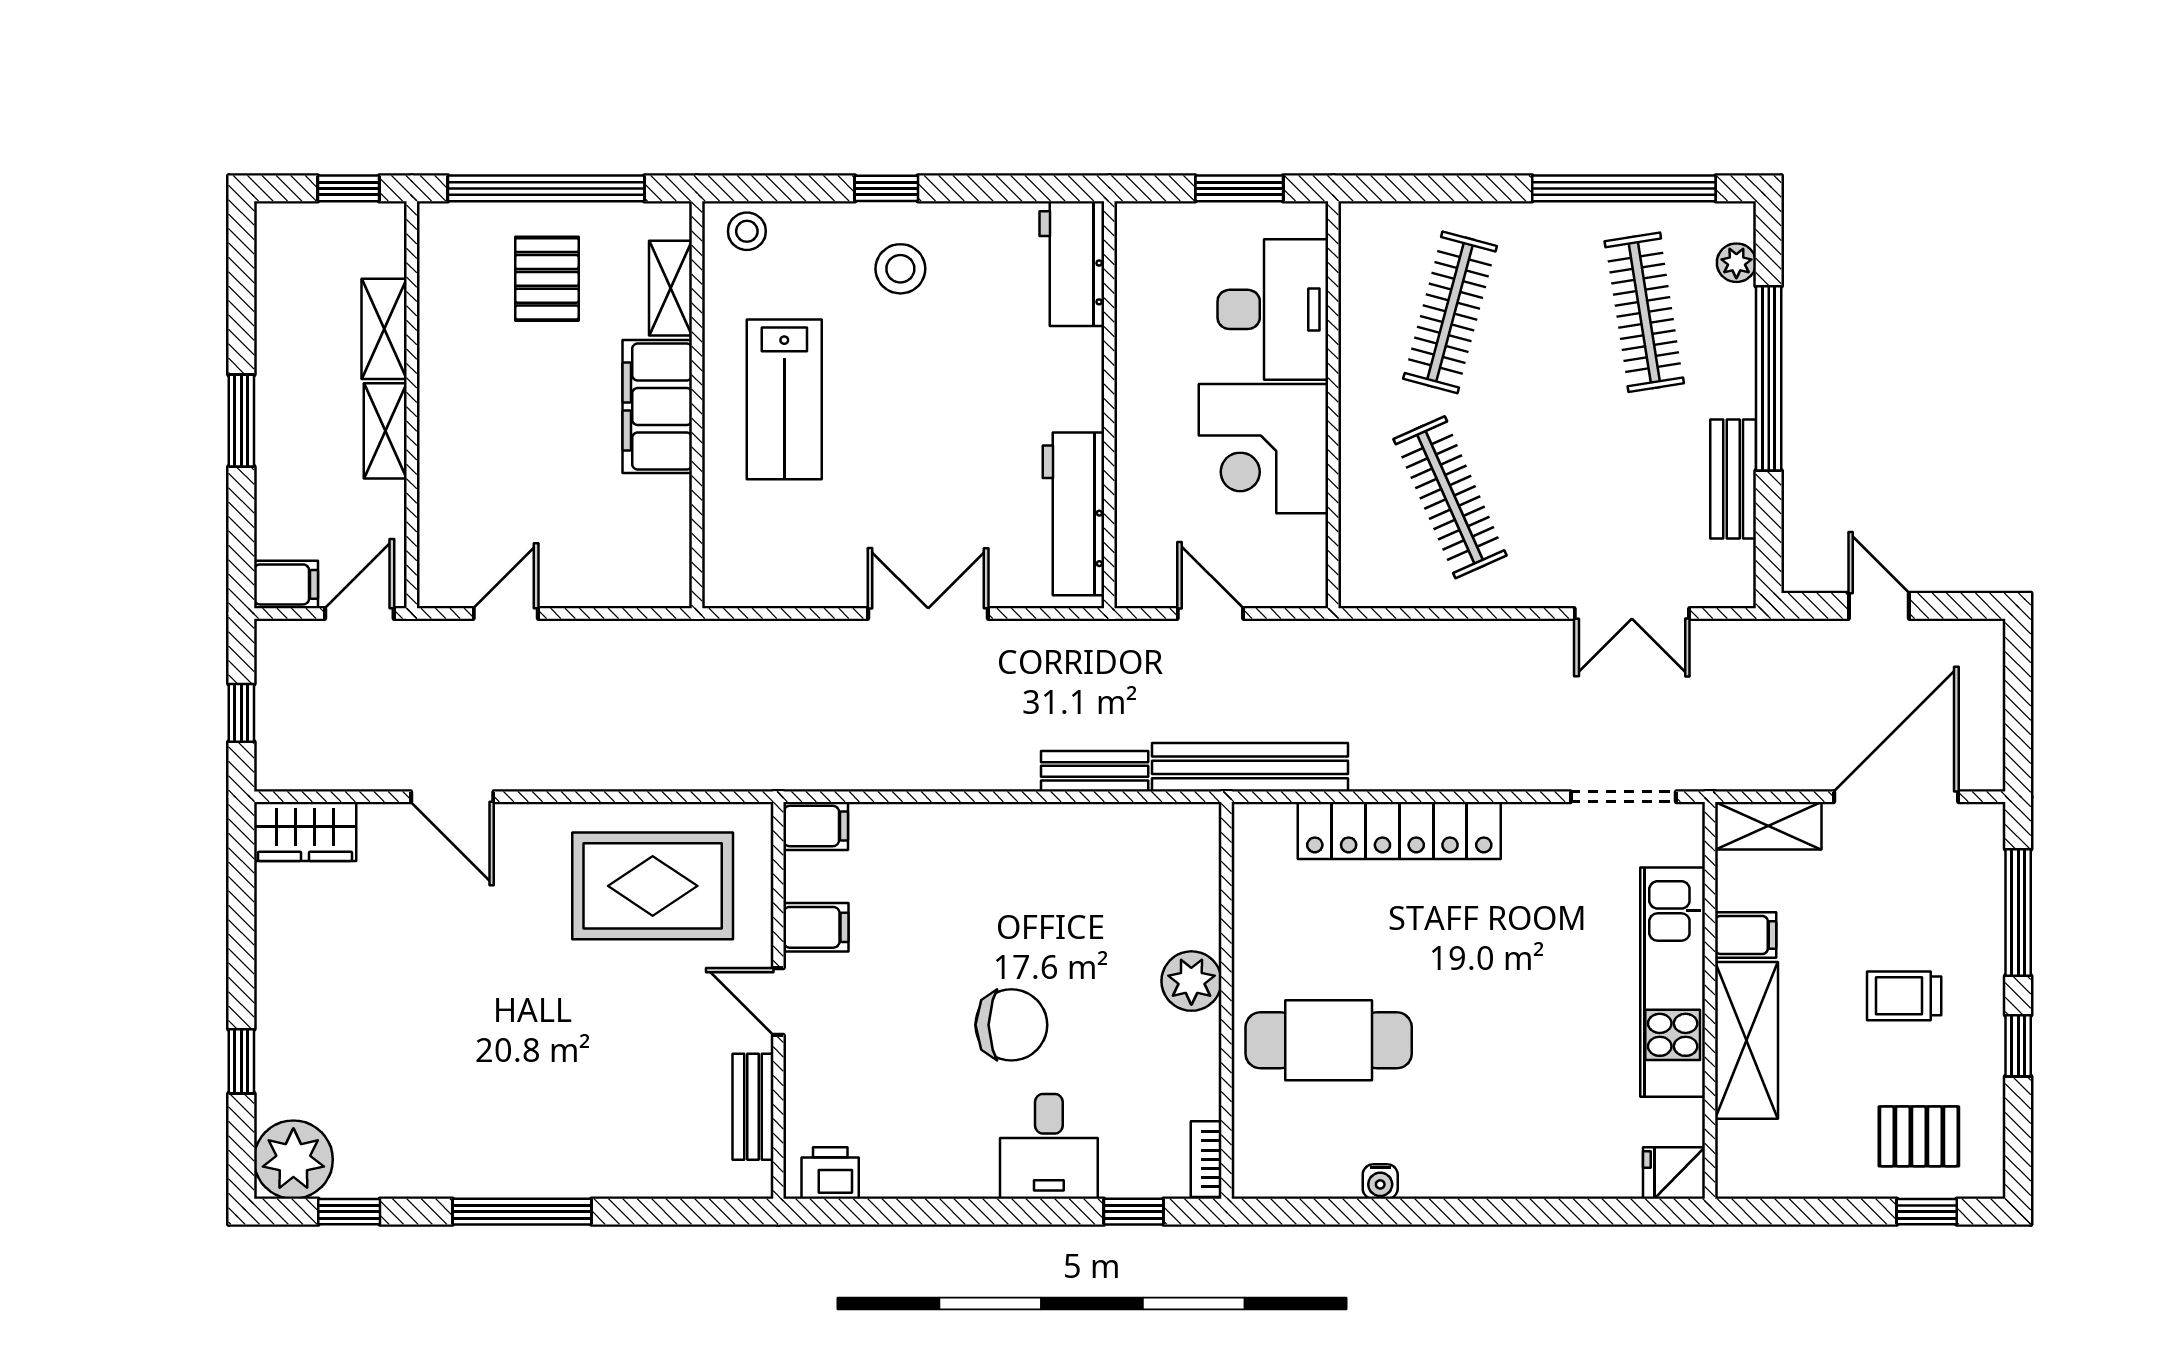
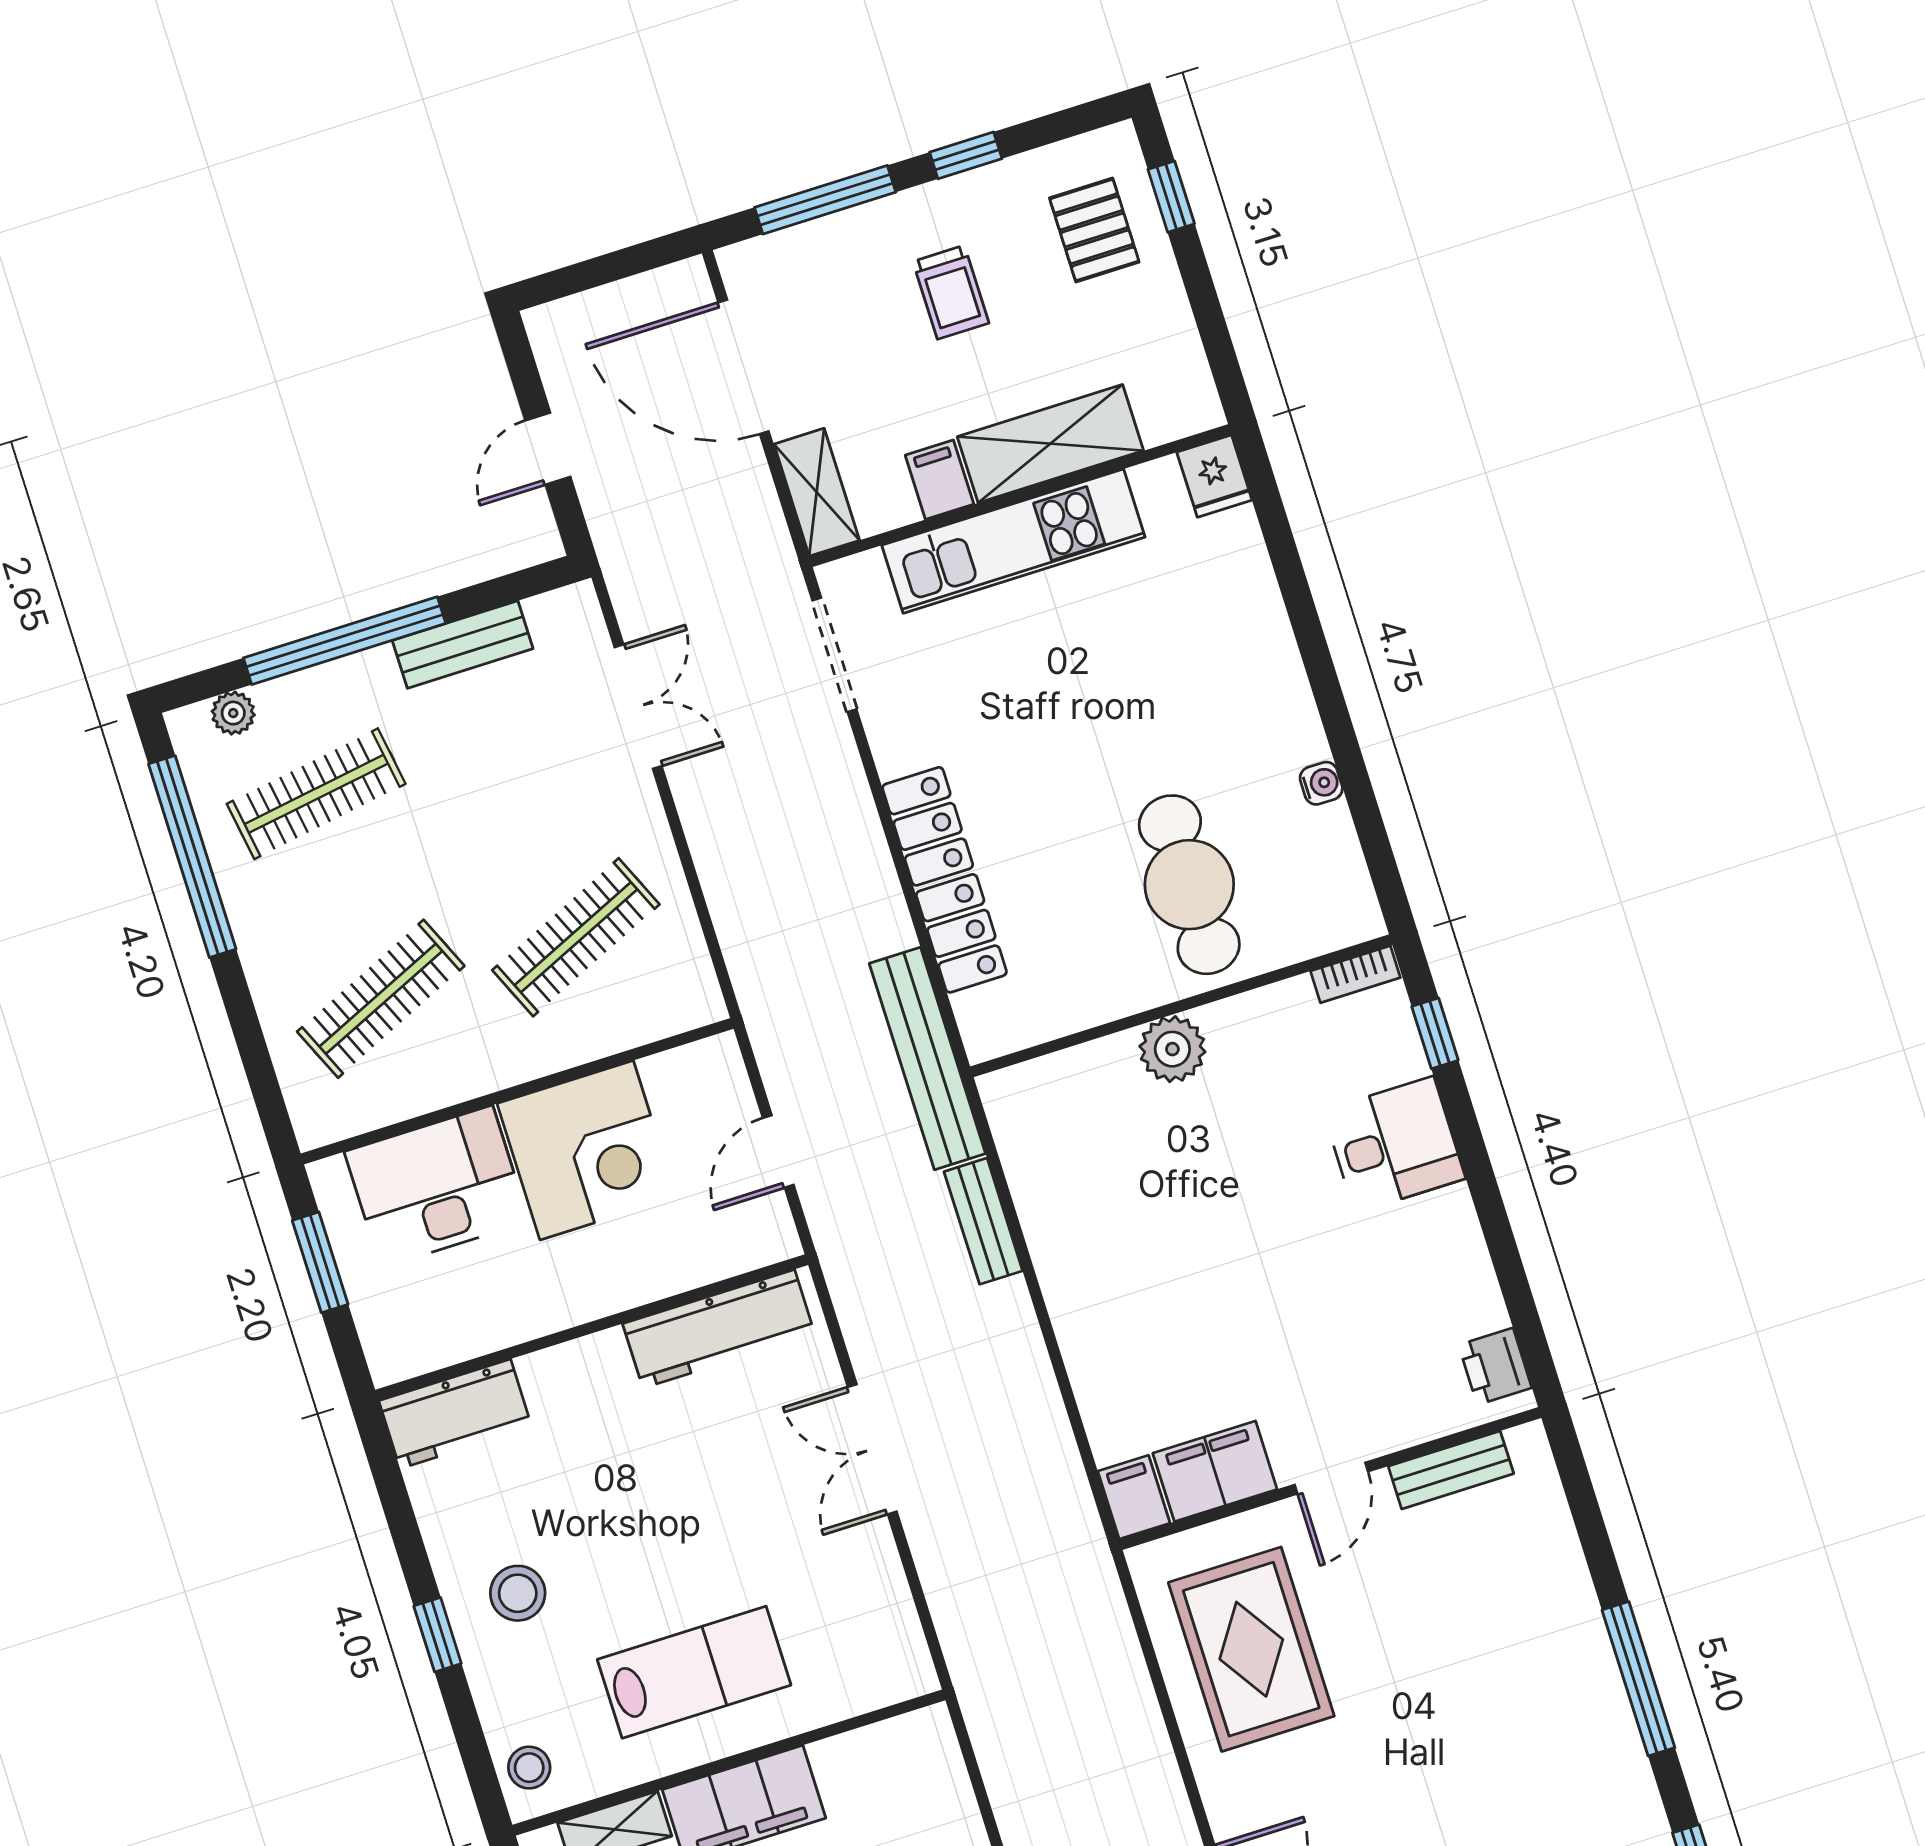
clothes rail: (1450, 312) -> (381, 999), turned -39
filing cabinet: (816, 927) -> (1215, 1471), width x2.00
chair: (1011, 1025) -> (1279, 1225), removed

